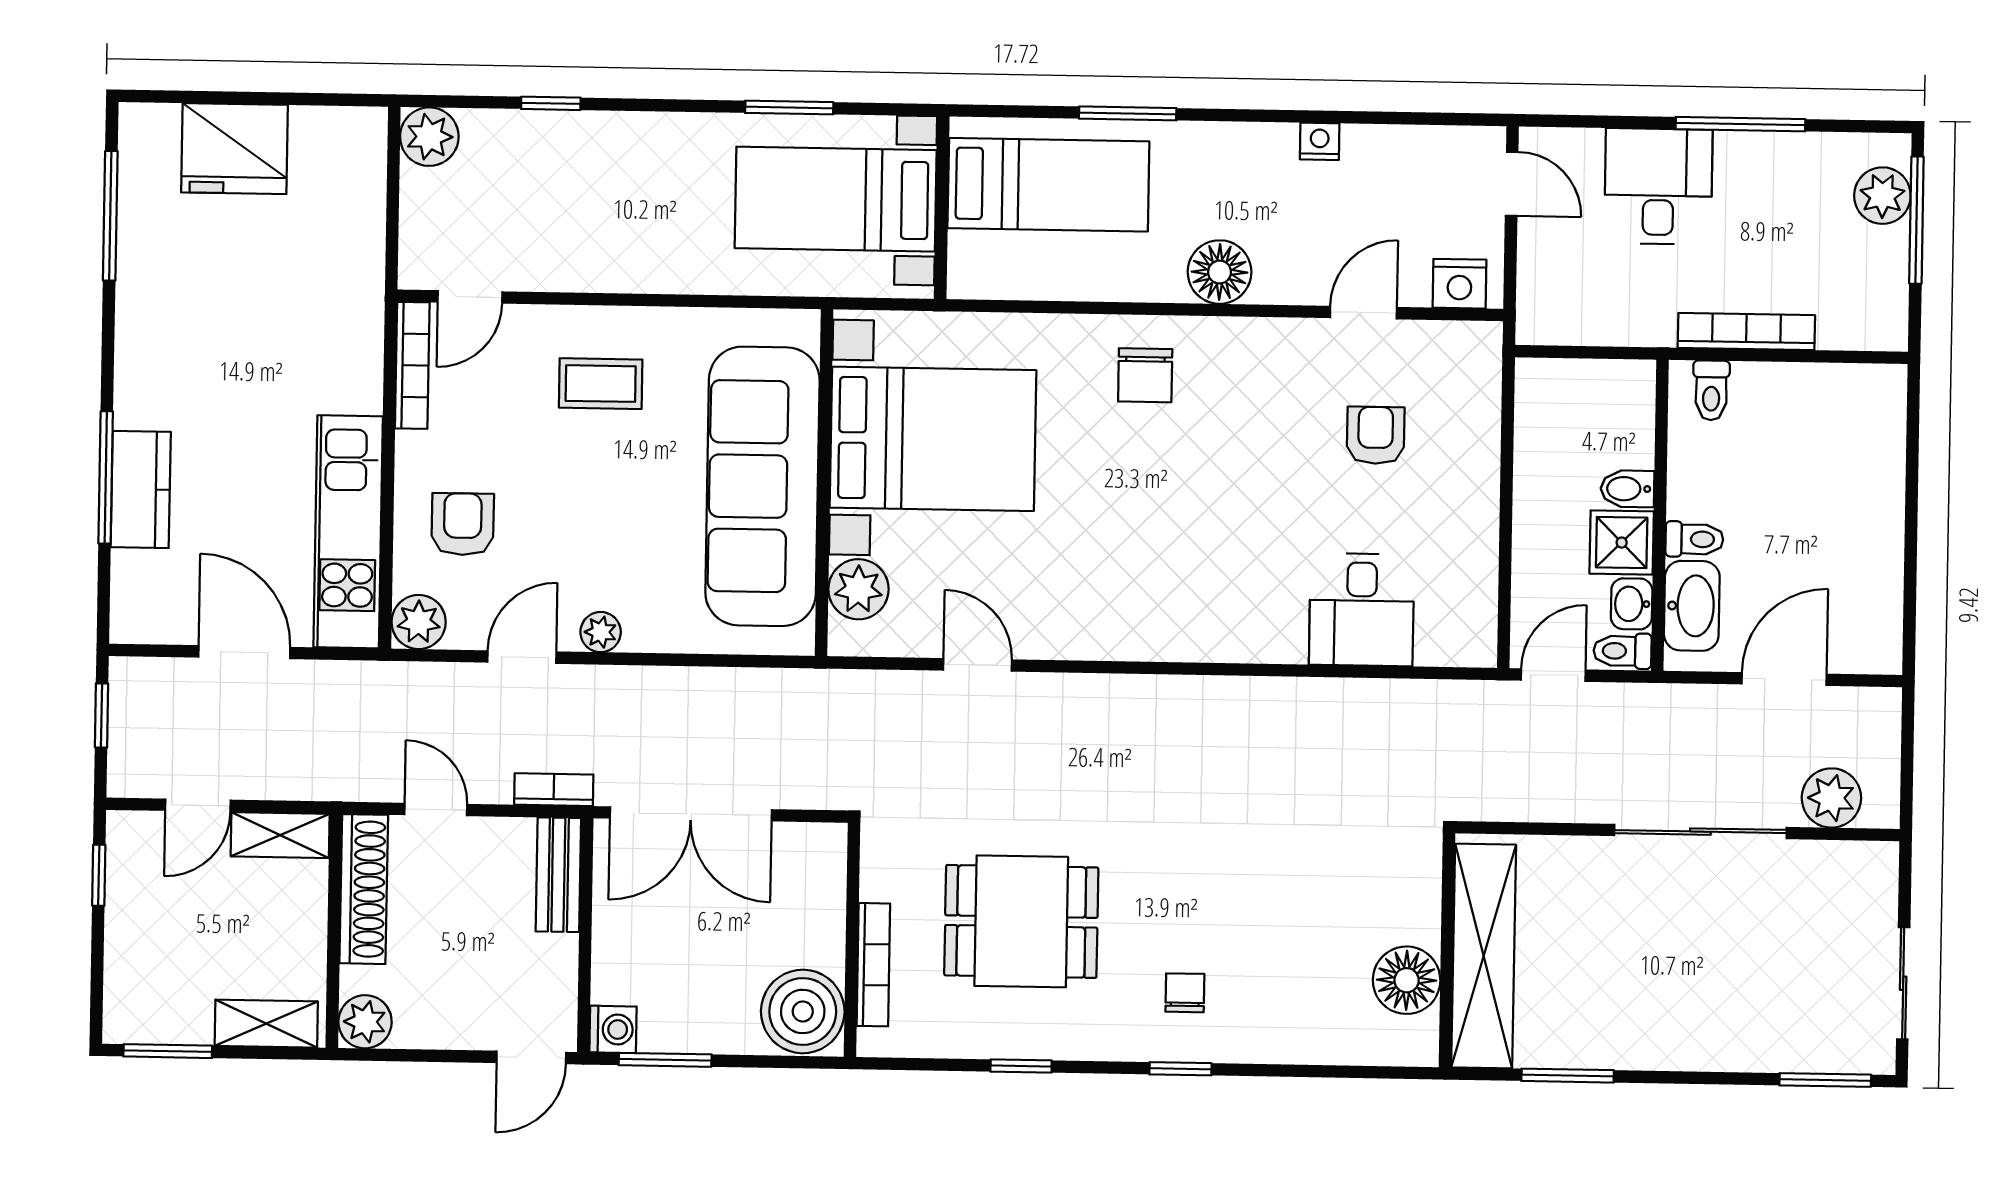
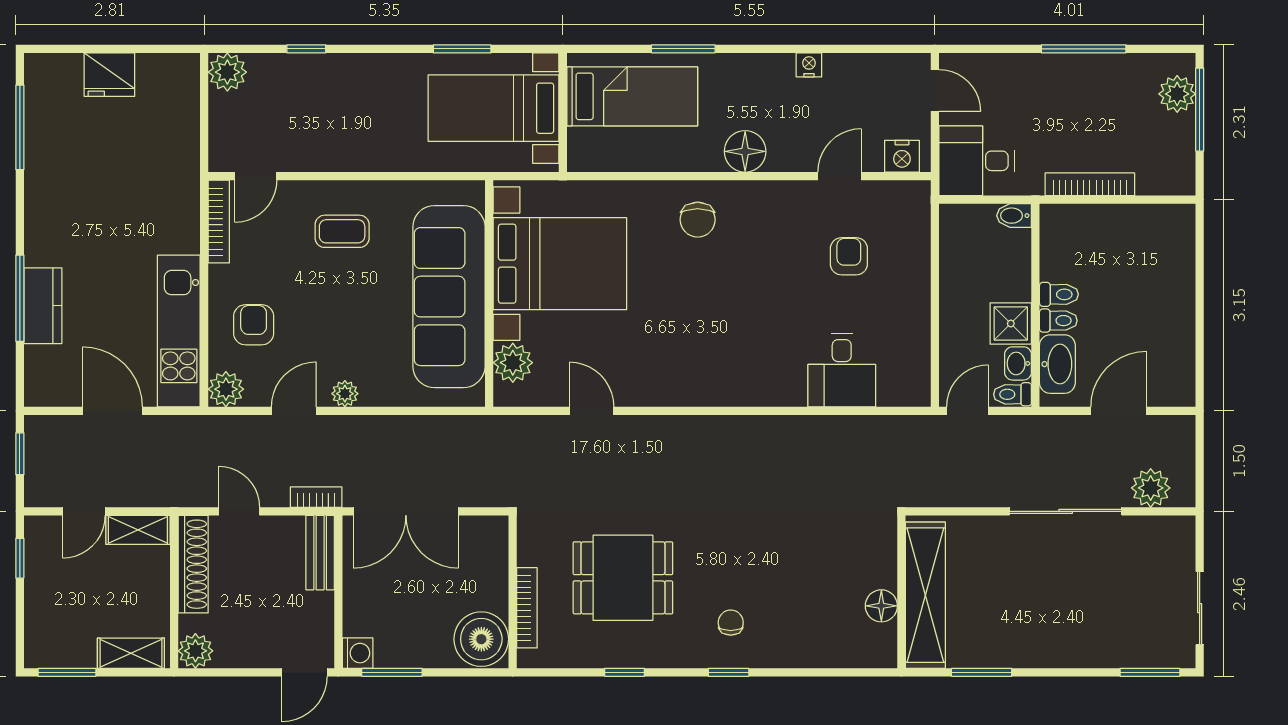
fridge: (235, 149) -> (109, 75), width x0.73, depth x0.75
desk: (1658, 186) -> (977, 161), moved, turned -90
toilet: (1711, 390) -> (1059, 294), moved, turned -90
bidet: (1627, 489) -> (1014, 216), moved
floor lamp: (1407, 980) -> (881, 606), width x0.73, depth x0.73

